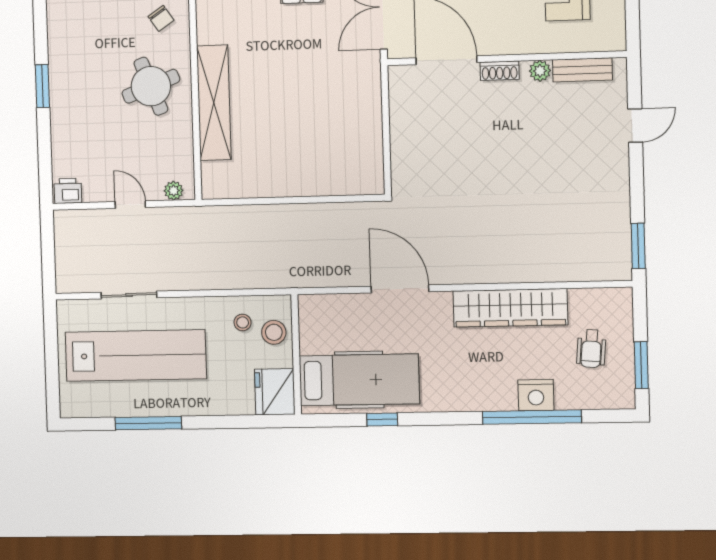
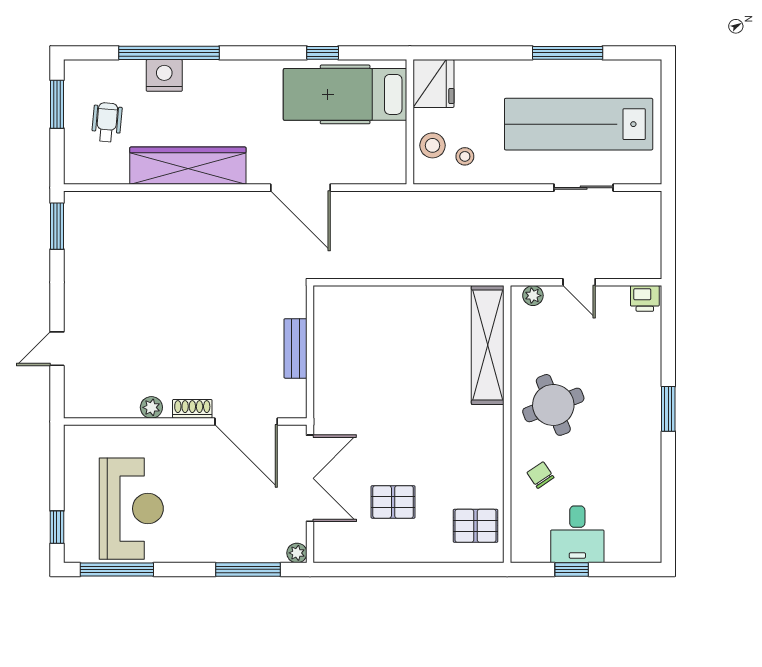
bench: (582, 70) -> (295, 348), moved, turned 90
shelving: (214, 103) -> (488, 345), moved

